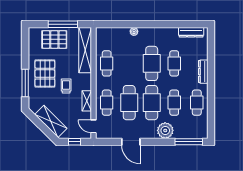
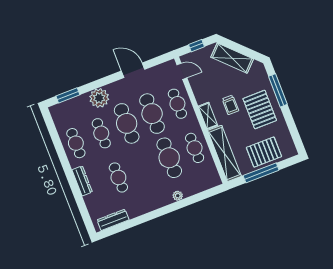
cafe table: (152, 63) -> (169, 158), moved
shelving: (87, 101) -> (208, 116), moved
window: (189, 142) -> (68, 95), width x0.69

